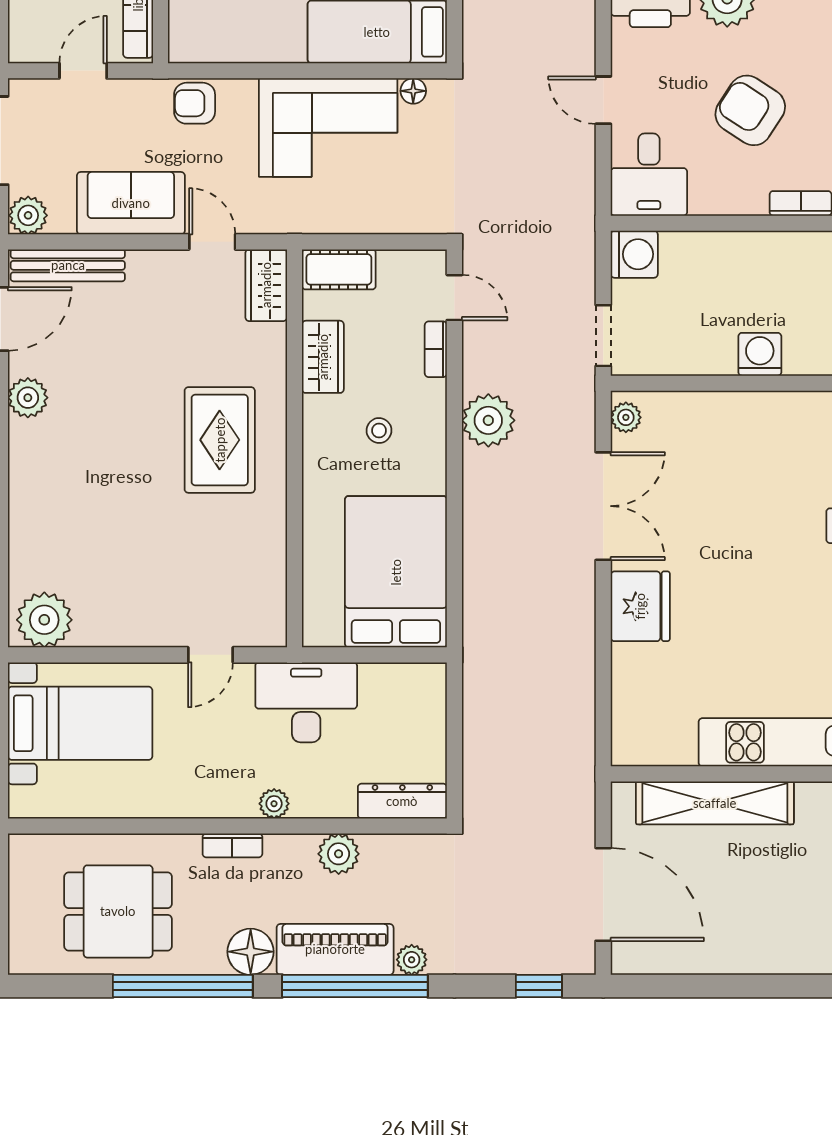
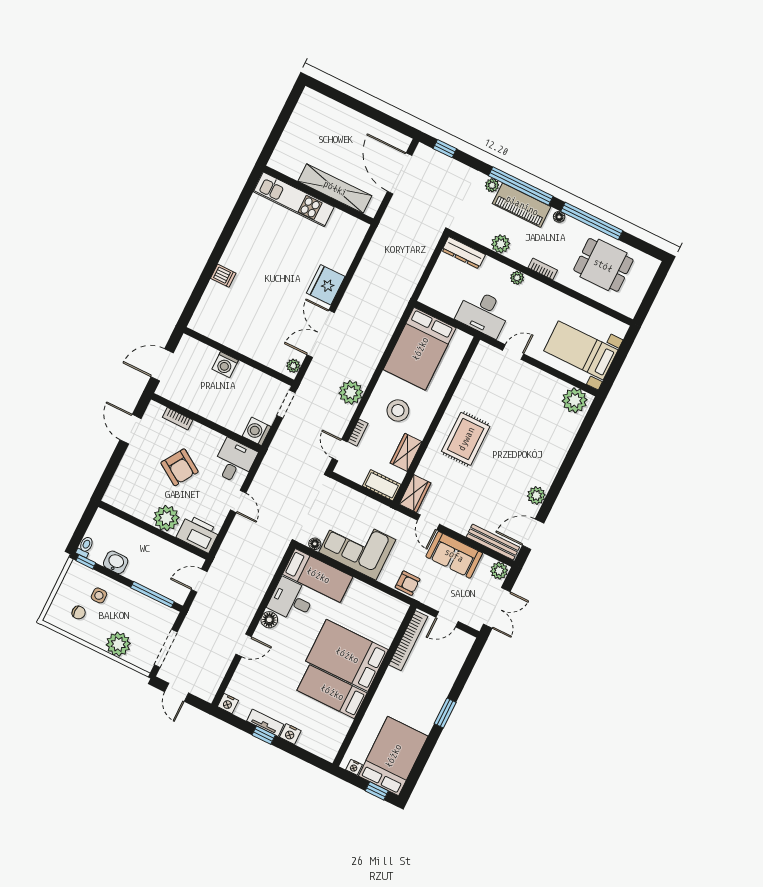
stool: (379, 431) -> (398, 411), width x1.89, depth x1.89
floor lamp: (251, 952) -> (559, 217), width x0.53, depth x0.53

